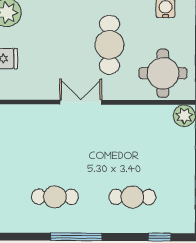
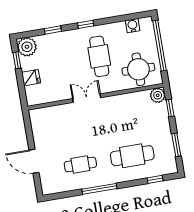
cafe table: (132, 197) -> (132, 156), width x1.37, depth x1.35

